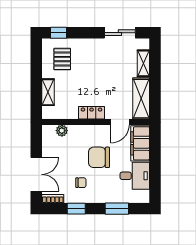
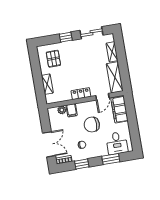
window: (59, 33) -> (66, 37), moved
filing cabinet: (75, 133) -> (72, 110), added
desk: (135, 176) -> (117, 143), moved, turned 90

